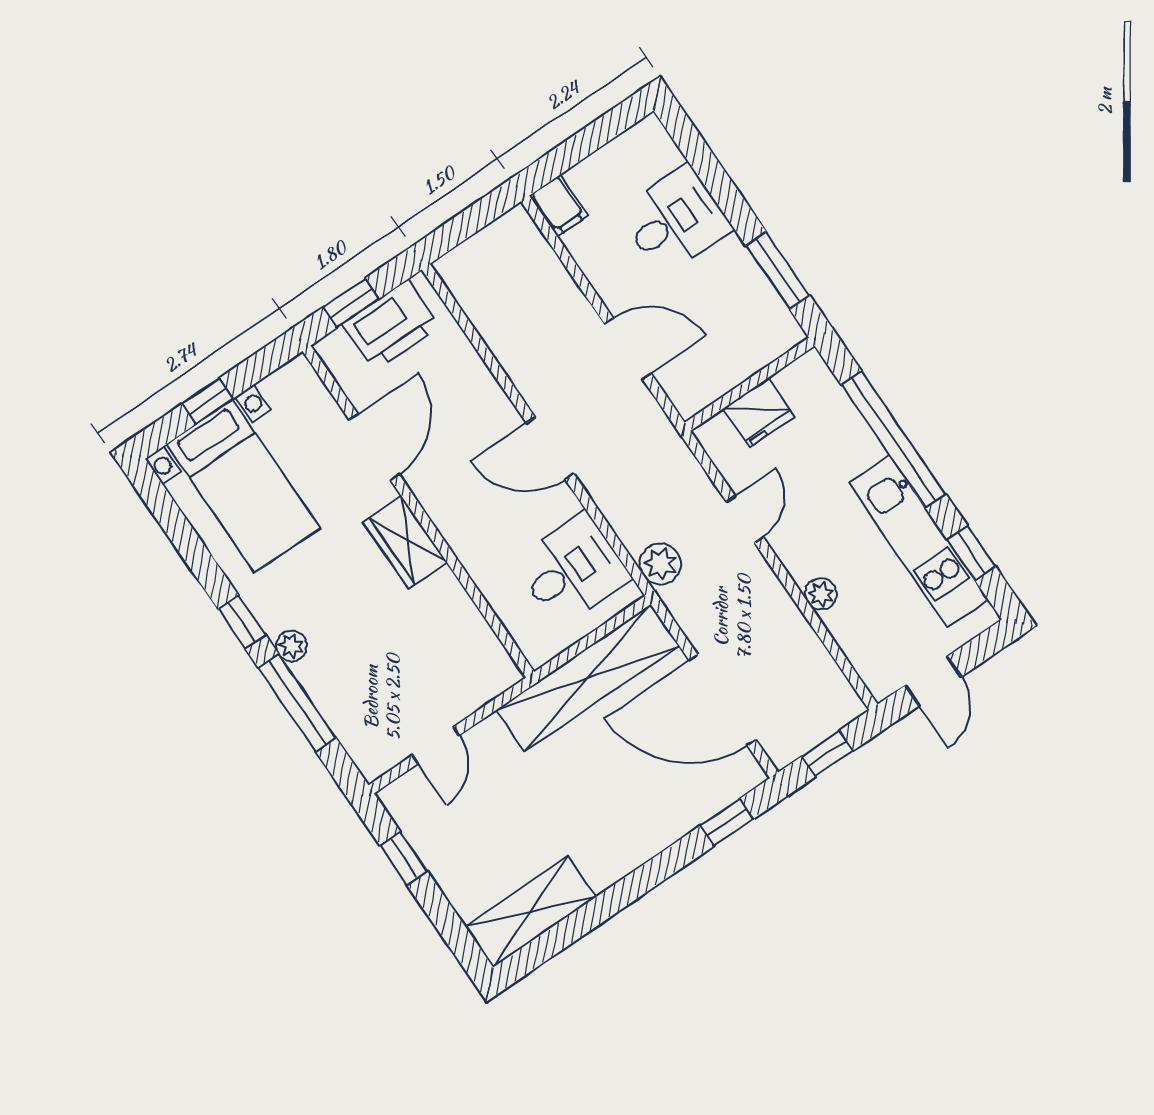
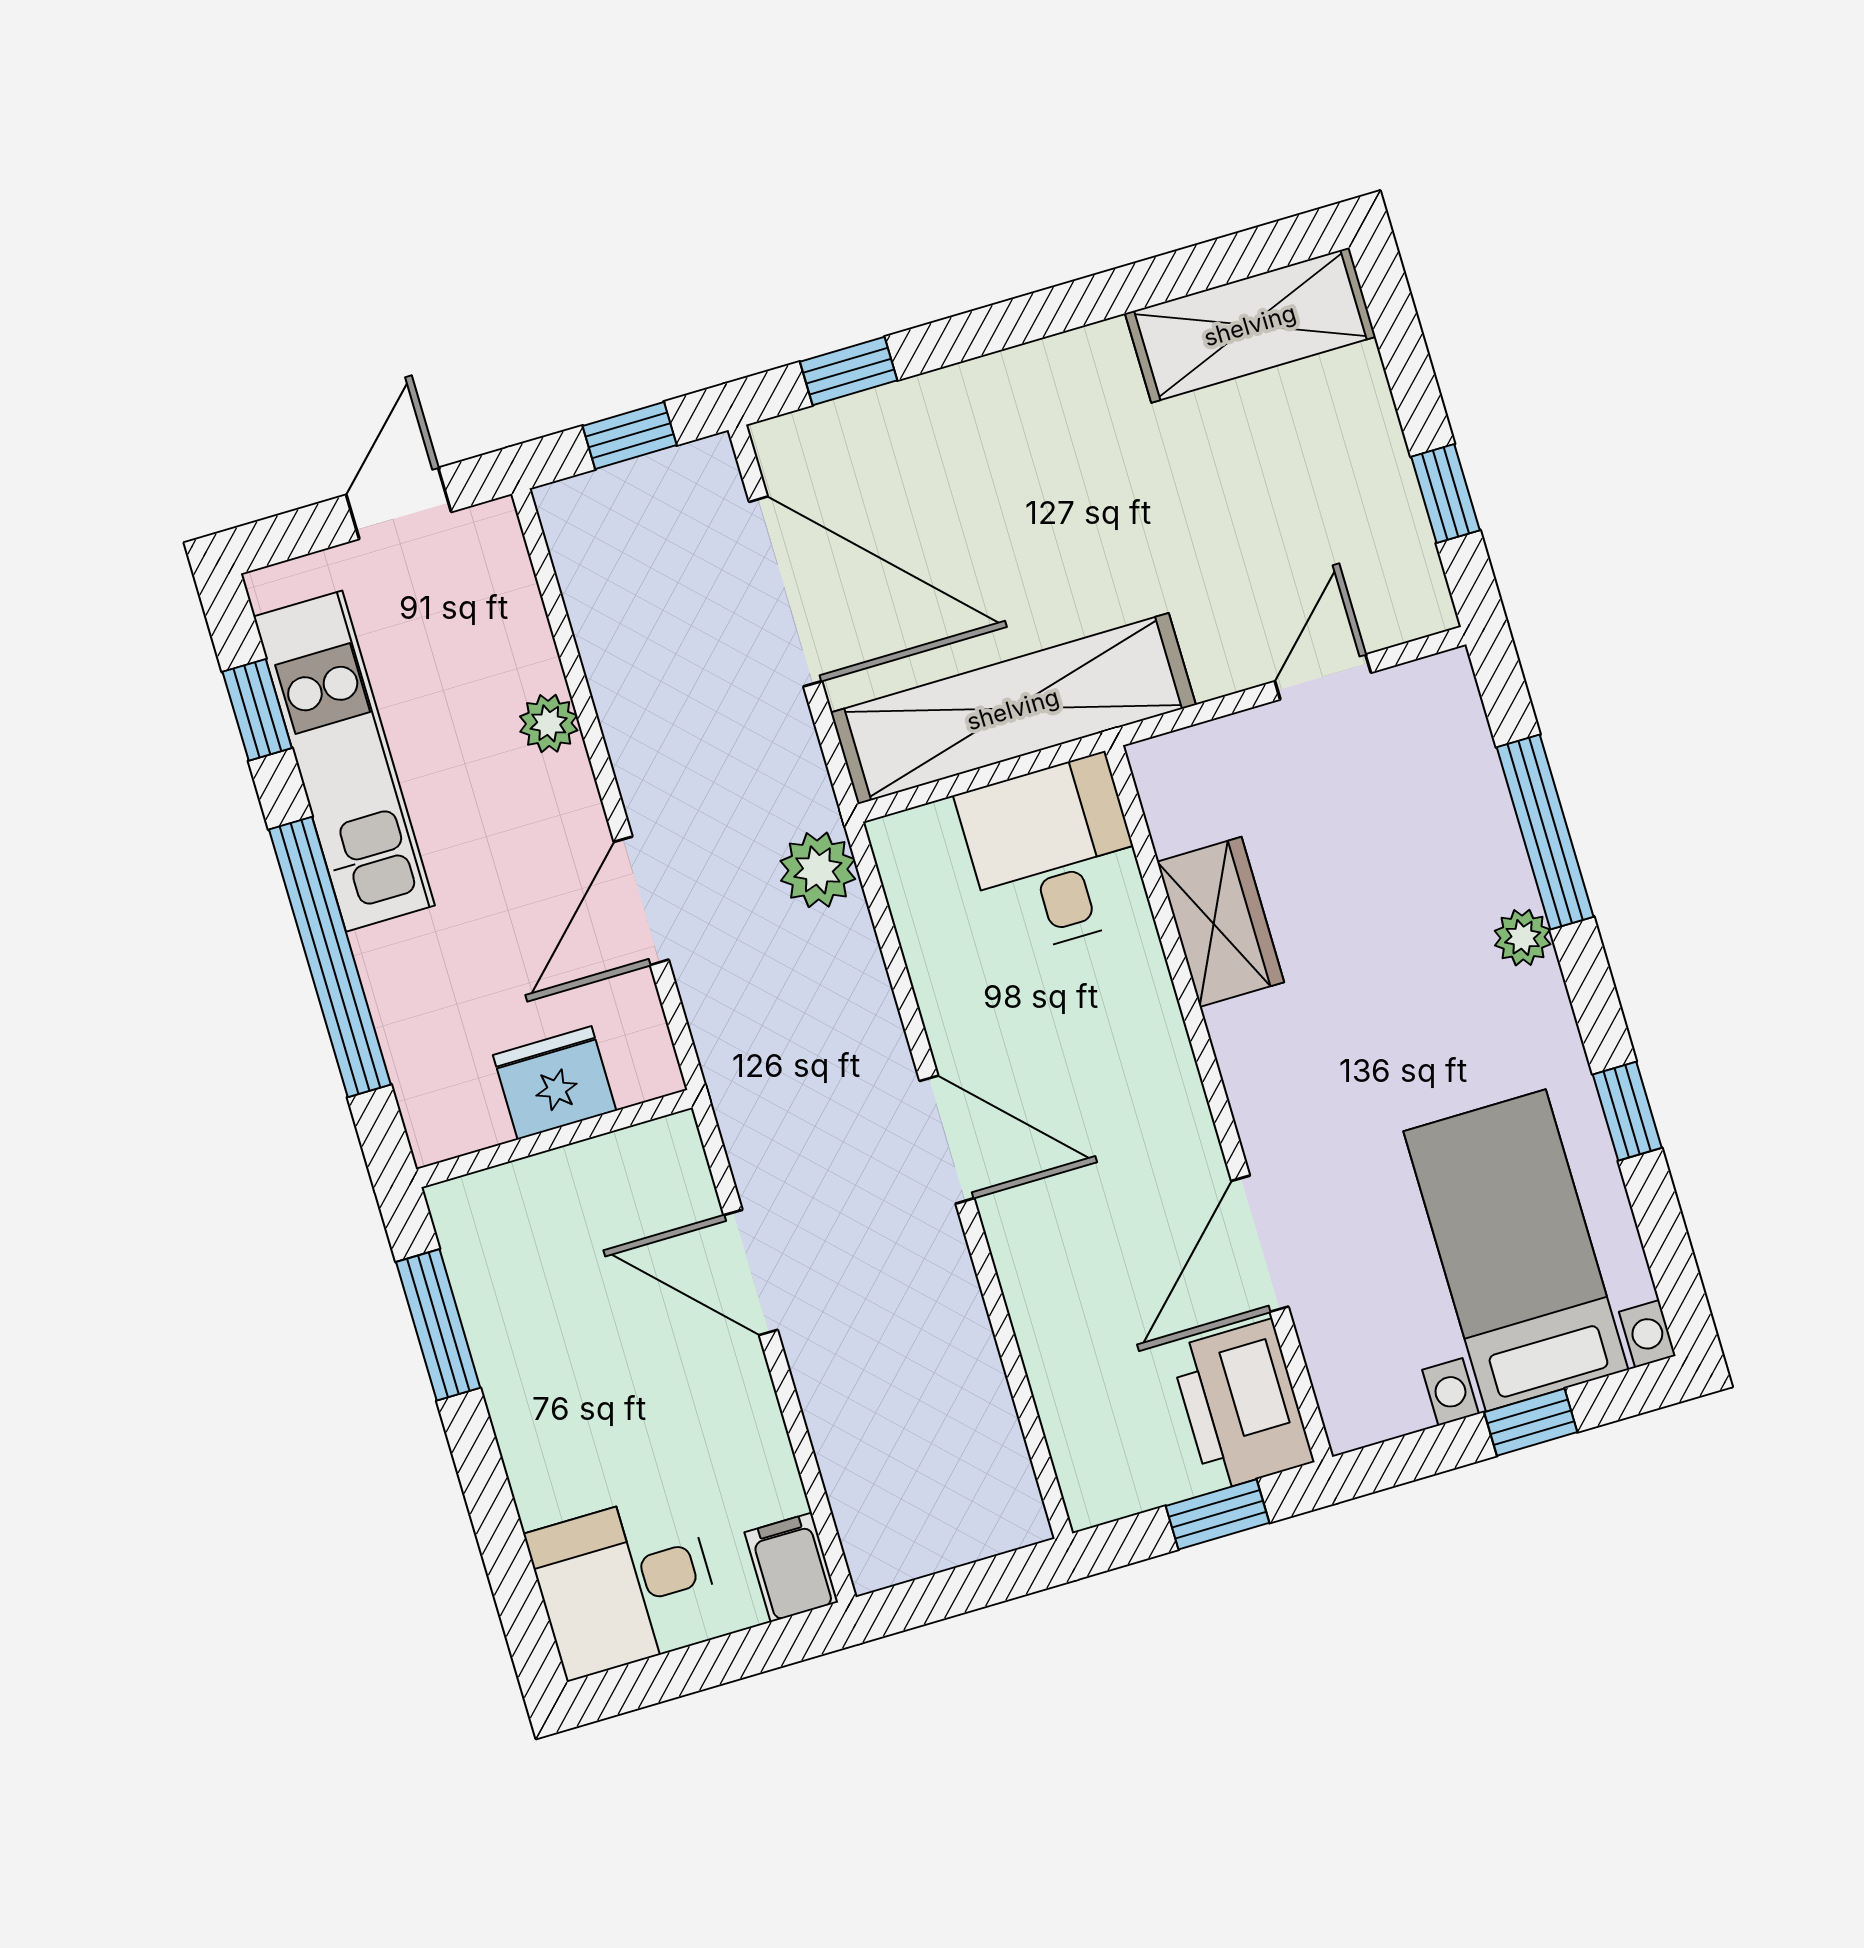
desk: (675, 220) -> (625, 1584), moved
printer: (391, 325) -> (1242, 1405), moved, turned -90
door: (745, 519) -> (641, 901), width x1.38
wardrobe: (405, 542) -> (1221, 922), moved
desk: (572, 570) -> (1053, 855), moved, turned 90
window: (242, 622) -> (1627, 1111), moved

